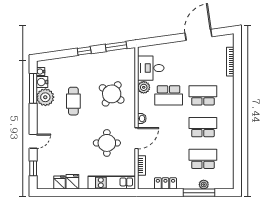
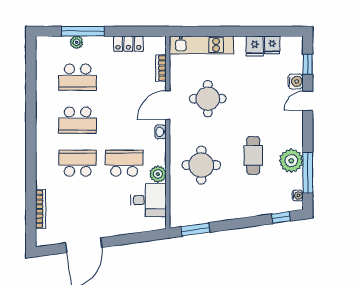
window: (84, 51) -> (281, 217), moved
water cooler: (42, 82) -> (296, 81), moved
round table: (112, 94) -> (201, 165), turned -34
school desk: (203, 95) -> (78, 163), turned 180

